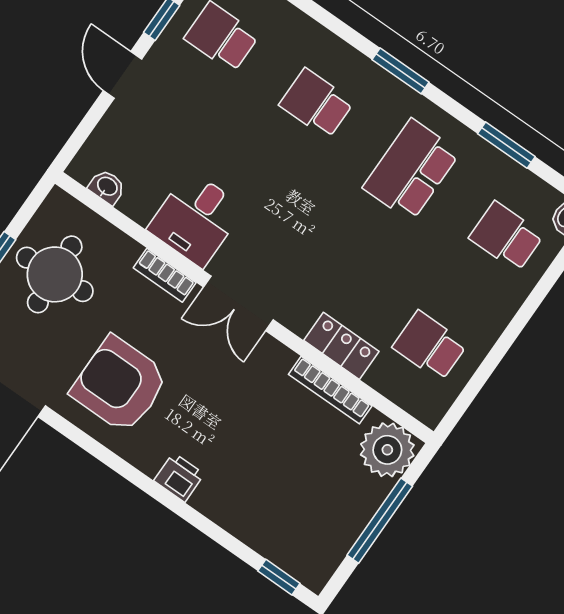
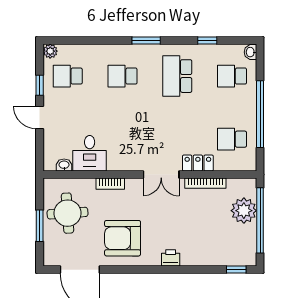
window: (506, 145) -> (207, 41), width x0.67
desk: (196, 219) -> (90, 153), moved
double door: (238, 303) -> (161, 175), moved
window: (509, 336) -> (260, 114), added
plant: (387, 450) -> (244, 211), moved
window: (380, 521) -> (260, 220), width x1.46

